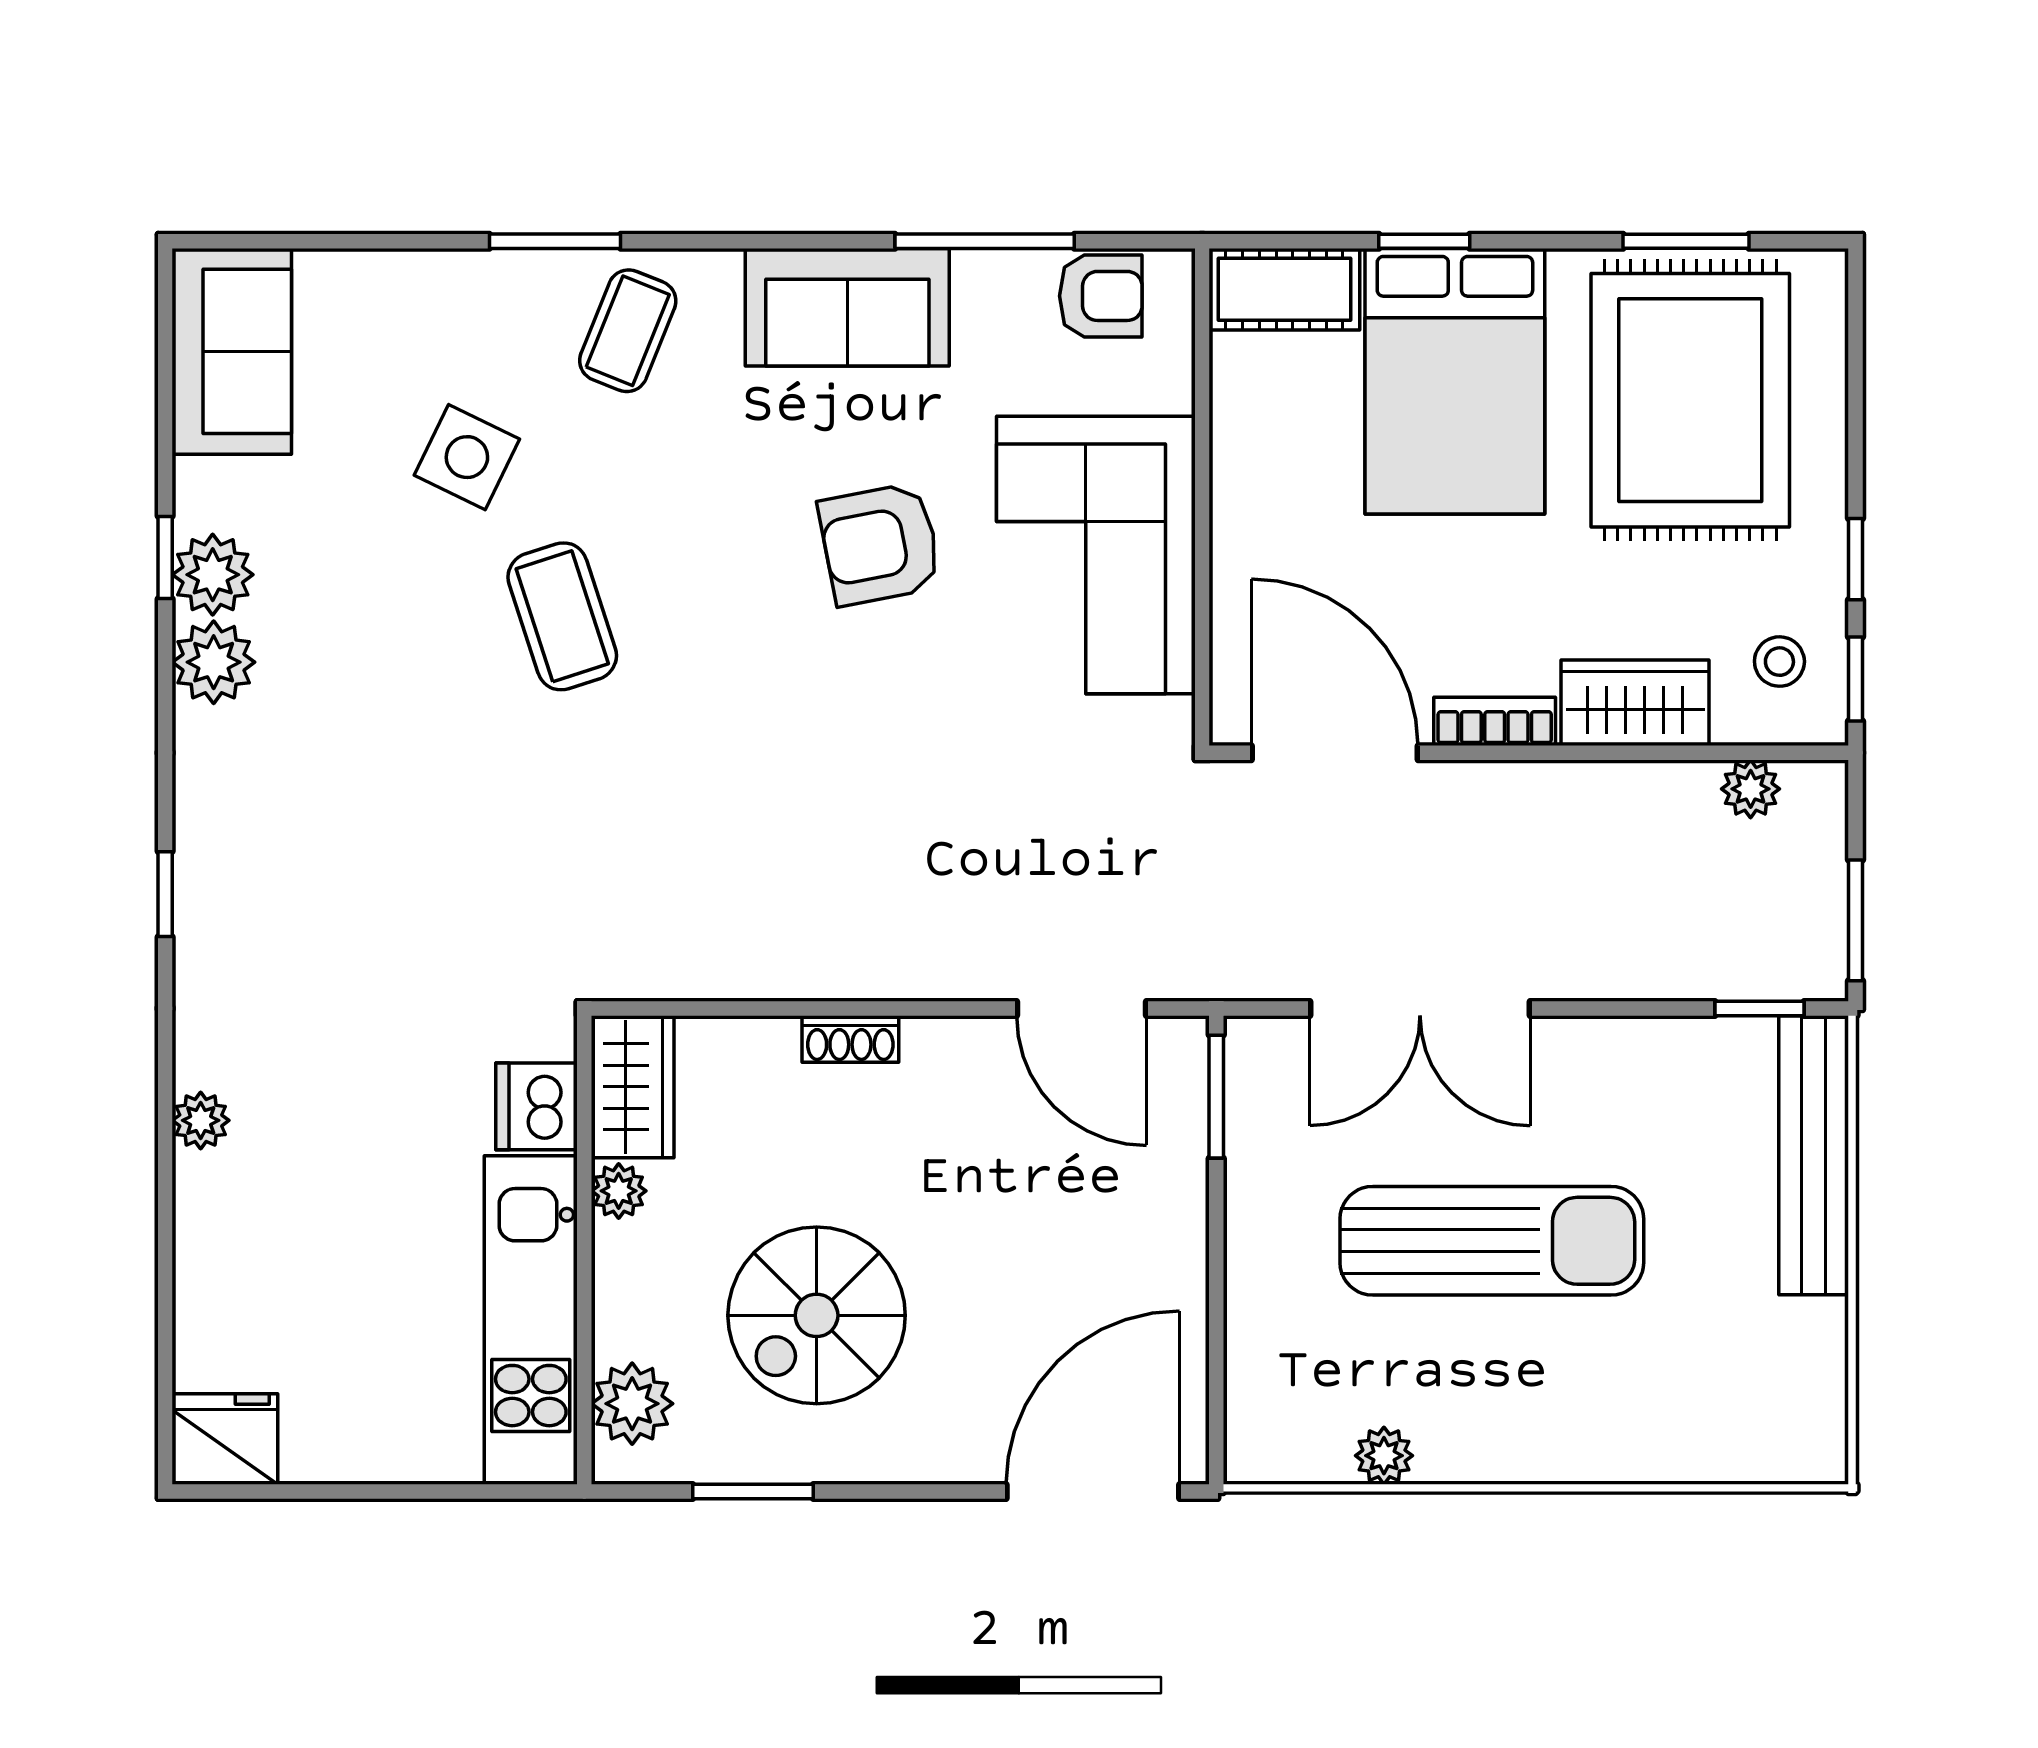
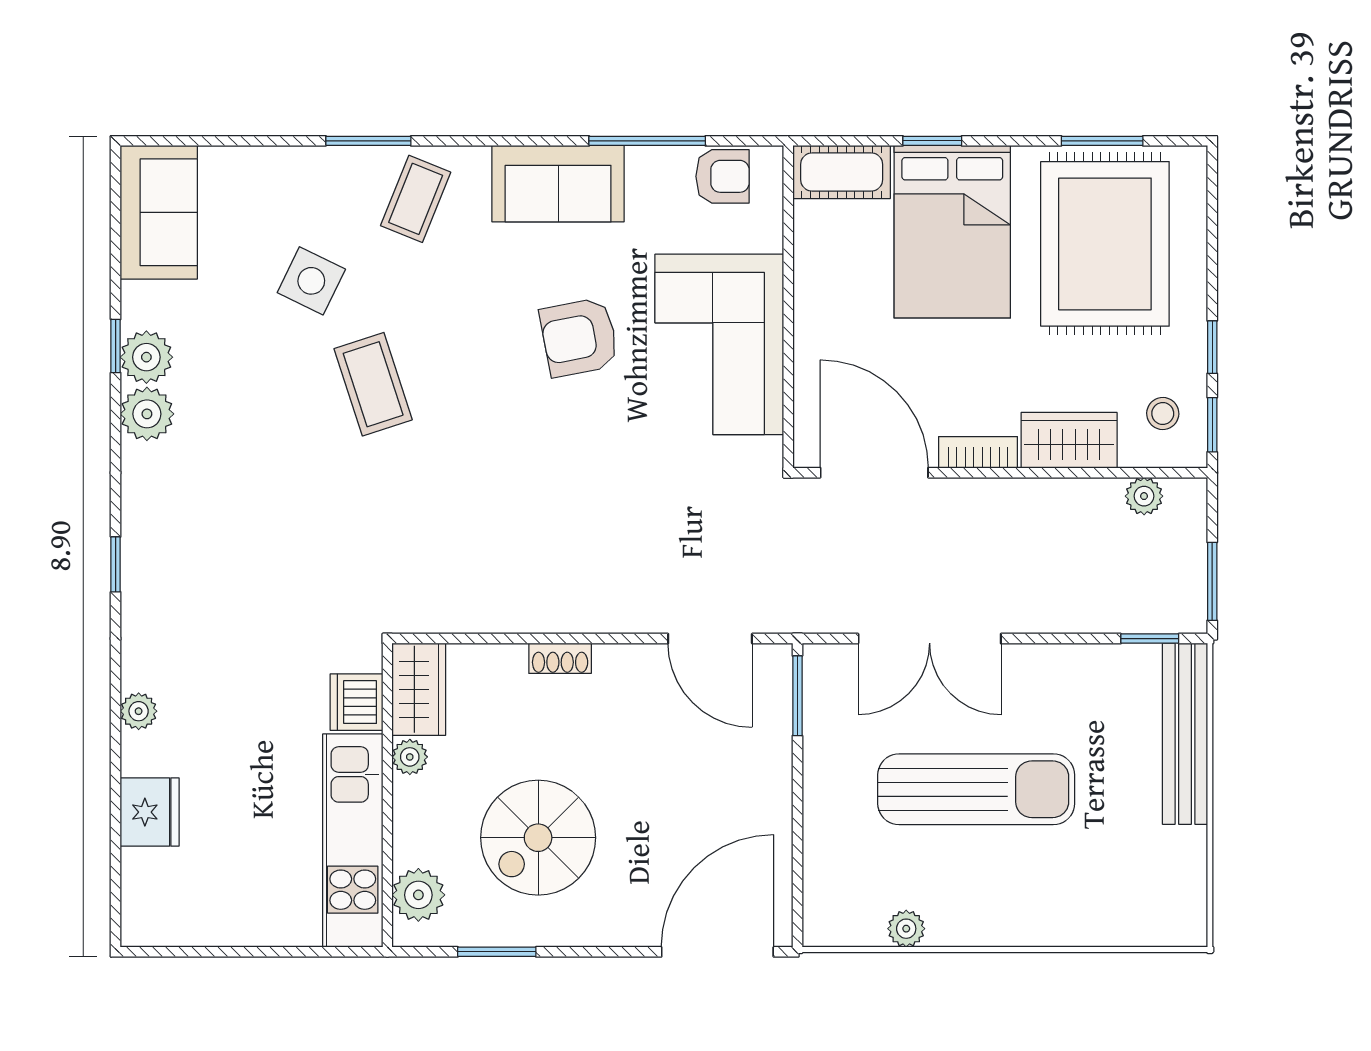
fridge: (225, 1439) -> (150, 812), moved, turned 90

